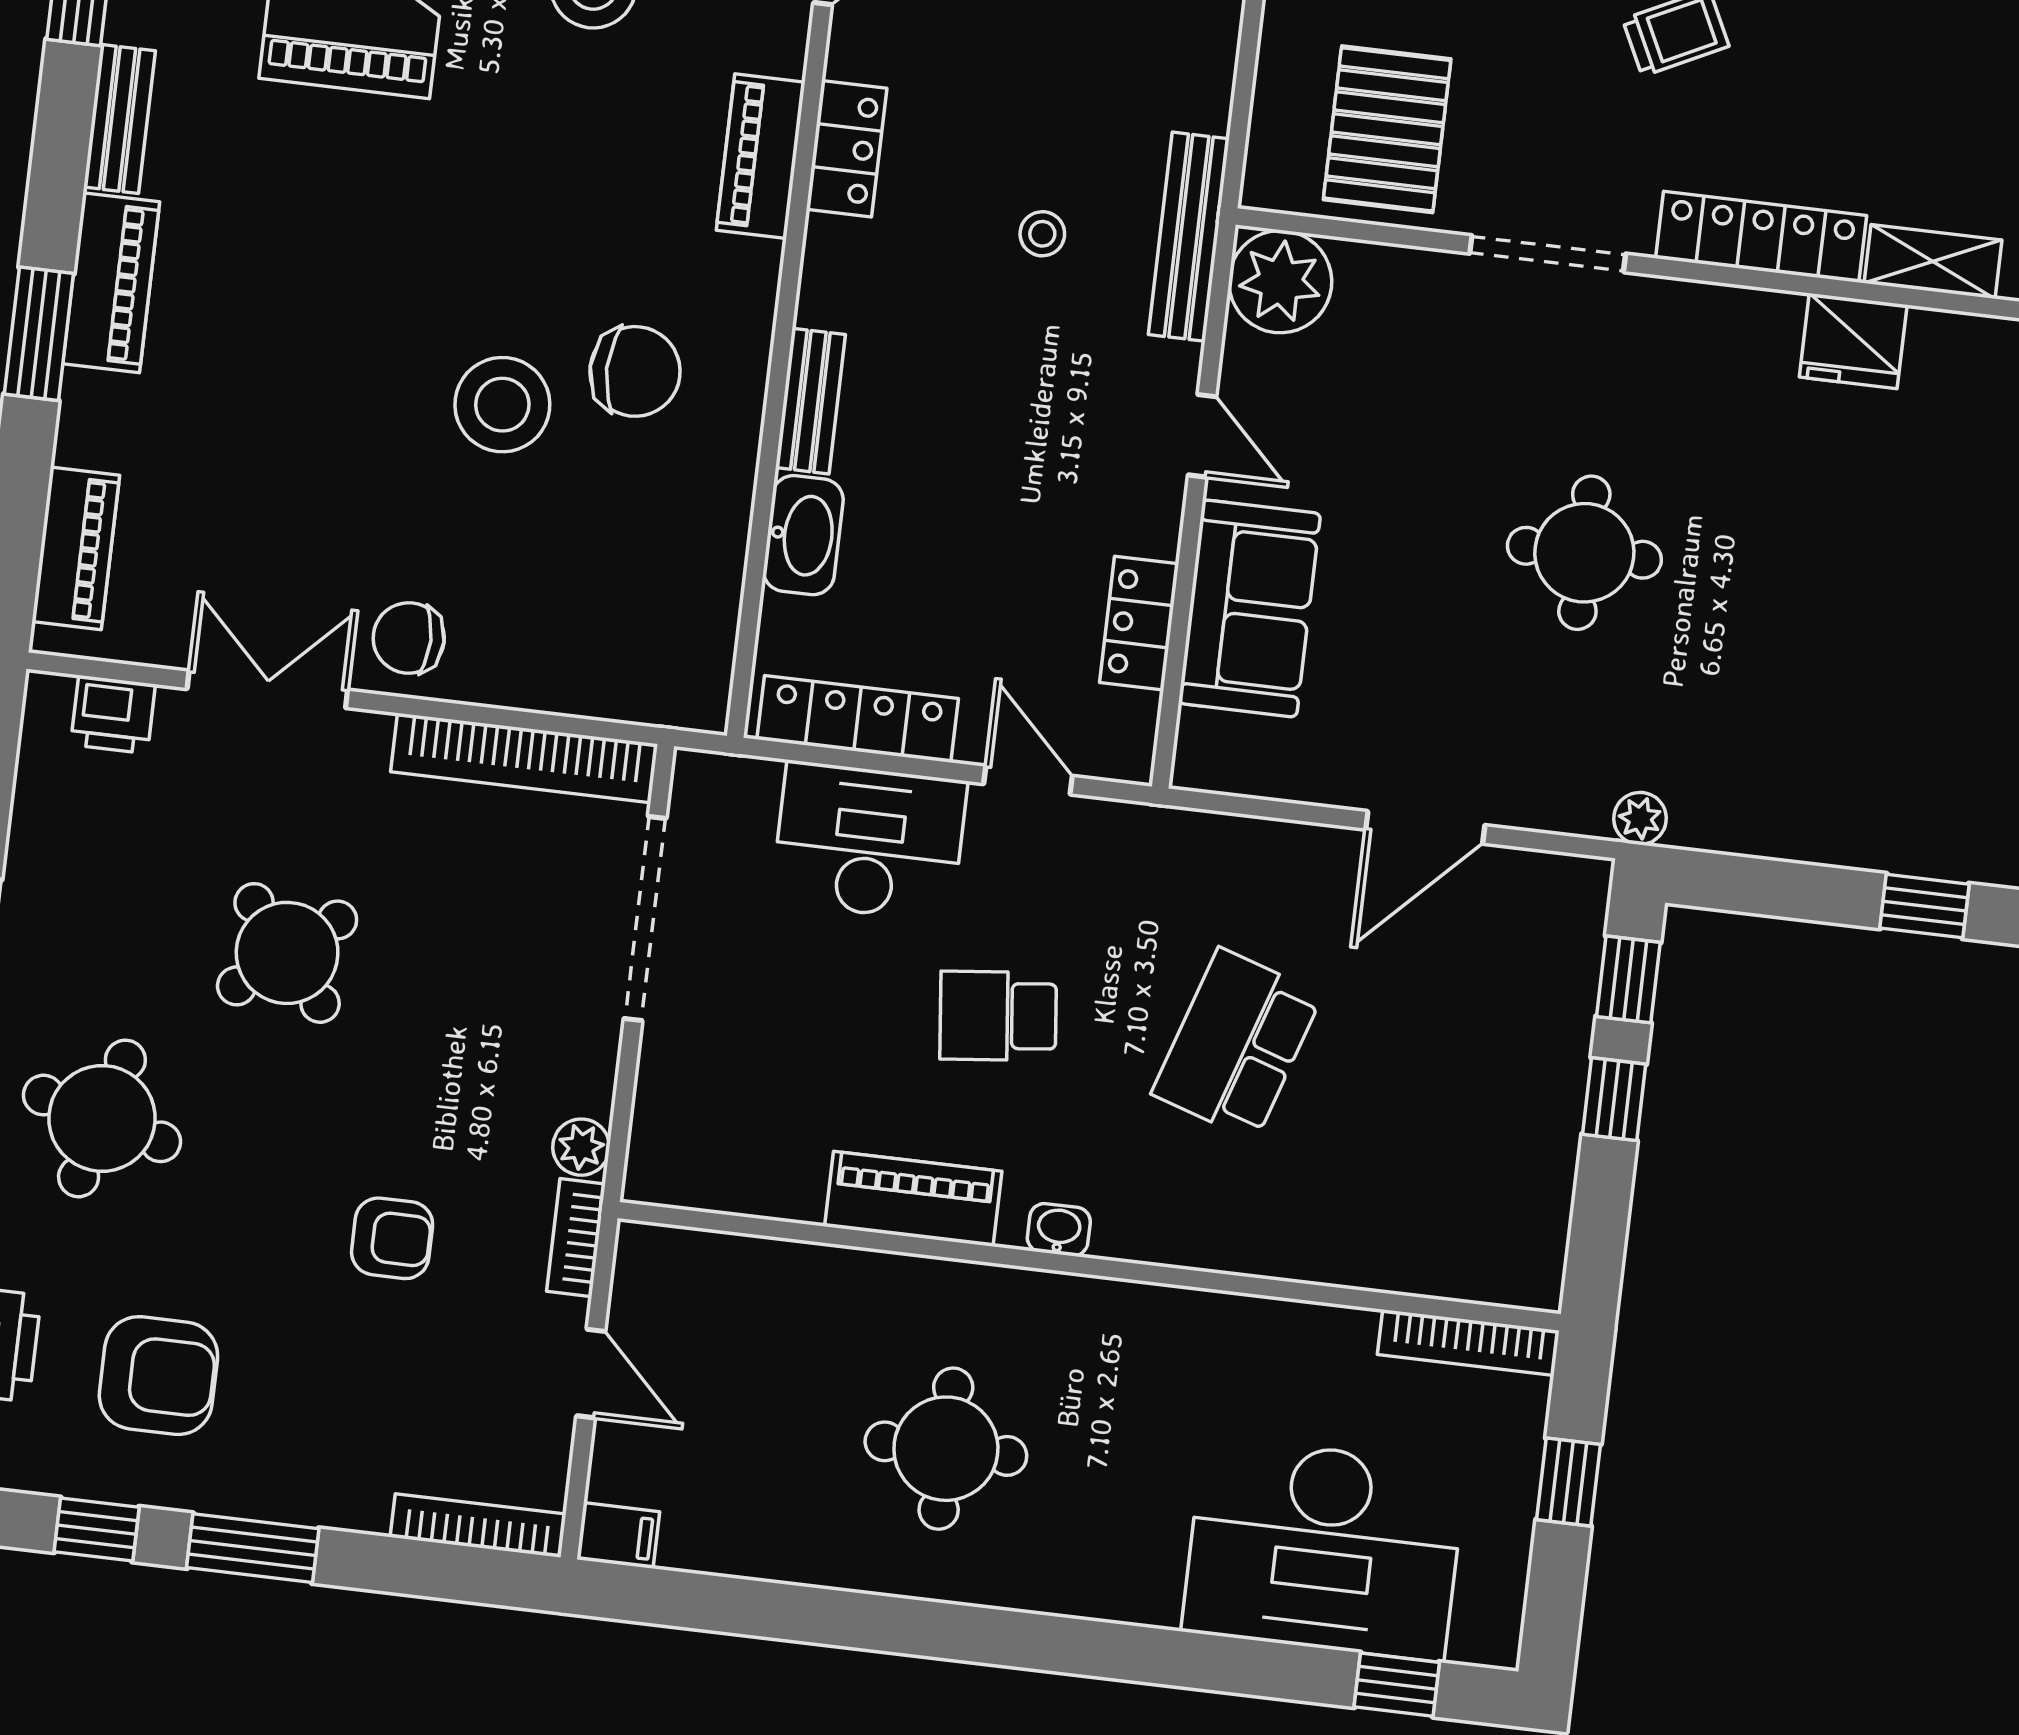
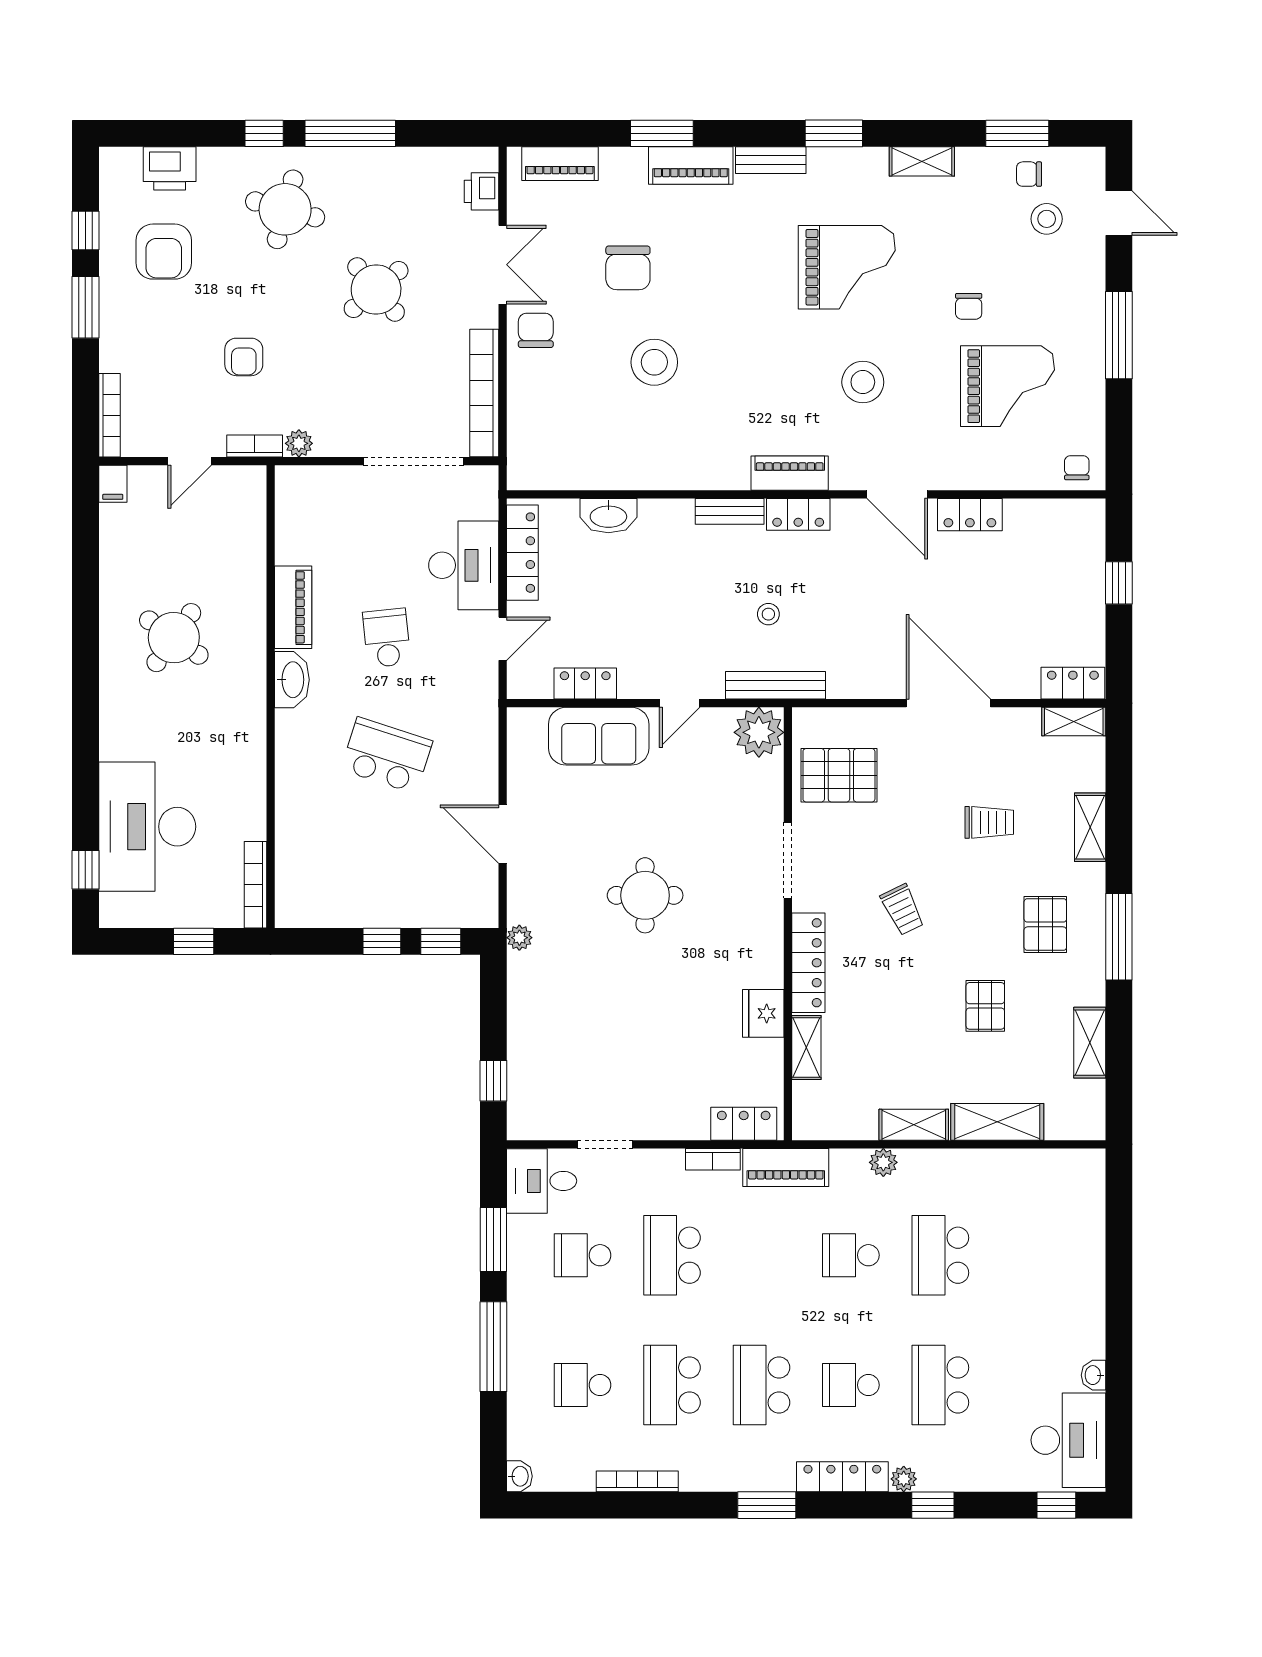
chair: (635, 371) -> (628, 268), moved
bench: (810, 401) -> (730, 511), moved
washbasin: (1059, 1230) -> (292, 680), width x1.91, depth x1.45
round table: (946, 1449) -> (174, 638), turned 35

